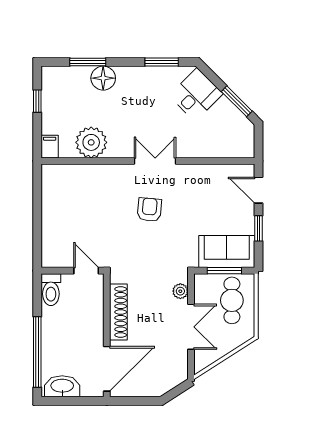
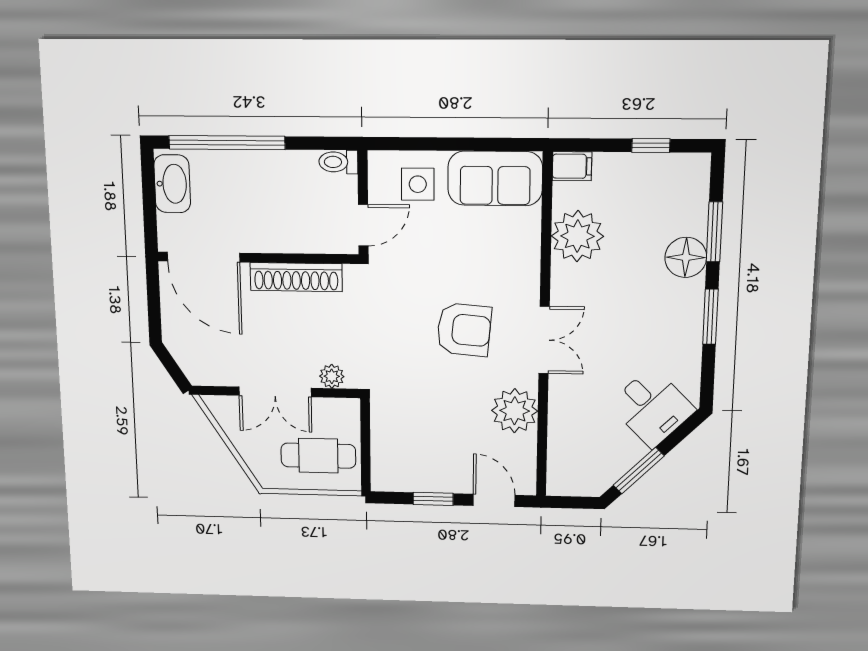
window: (162, 62) -> (710, 317), moved
plant: (200, 178) -> (515, 411), added
door: (259, 190) -> (494, 500), hinge flipped
armchair: (149, 210) -> (464, 330), width x1.38, depth x1.38
side table: (61, 238) -> (418, 184), added
sofa: (227, 252) -> (495, 178), moved, turned 90
window: (224, 271) -> (365, 445), removed
toilet: (51, 290) -> (338, 162), width x0.73, depth x0.72

